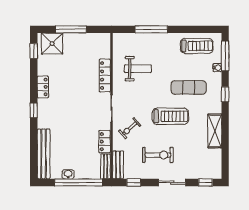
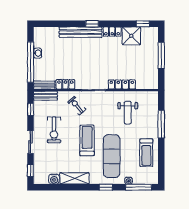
shower: (52, 44) -> (131, 36), moved
treadmill: (197, 46) -> (146, 153), moved
exercise mat: (189, 87) -> (112, 156), width x1.36, depth x1.45
treadmill: (170, 116) -> (87, 140), turned 180
bench: (44, 154) -> (81, 32), moved
water cooler: (216, 155) -> (54, 179), added

